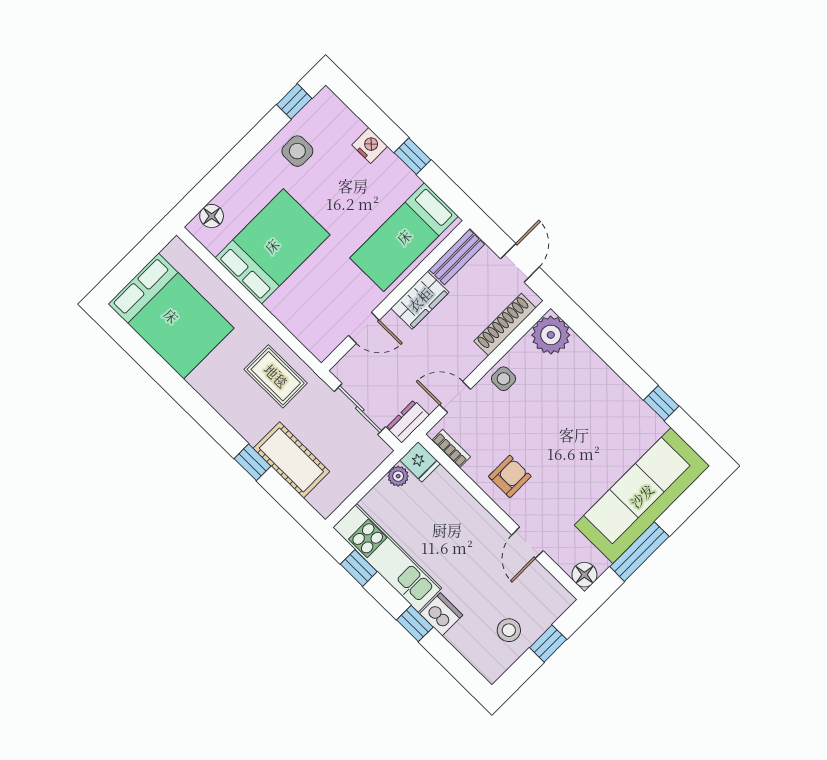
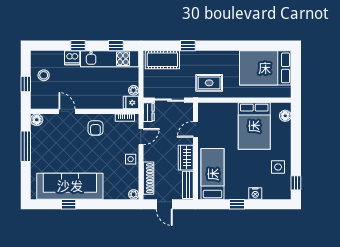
plant: (551, 335) -> (134, 194), width x0.53, depth x0.53
cot: (291, 460) -> (162, 60), moved
sofa: (642, 496) -> (70, 186), moved, turned -90

